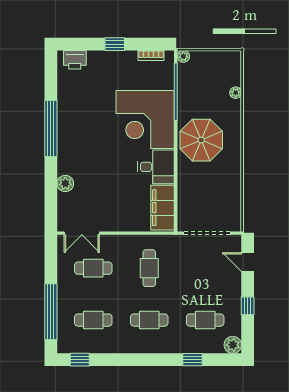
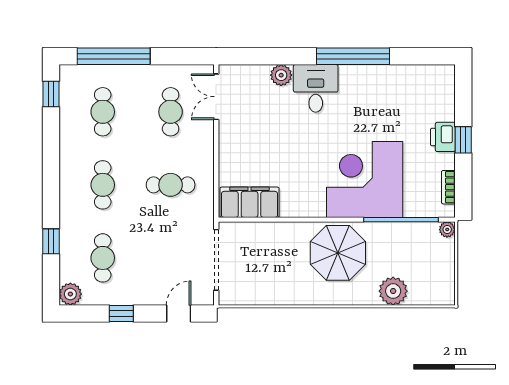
printer: (75, 60) -> (443, 137), moved
plant: (236, 93) -> (393, 291), width x1.87, depth x1.87
desk: (156, 167) -> (316, 88), moved, turned 180

